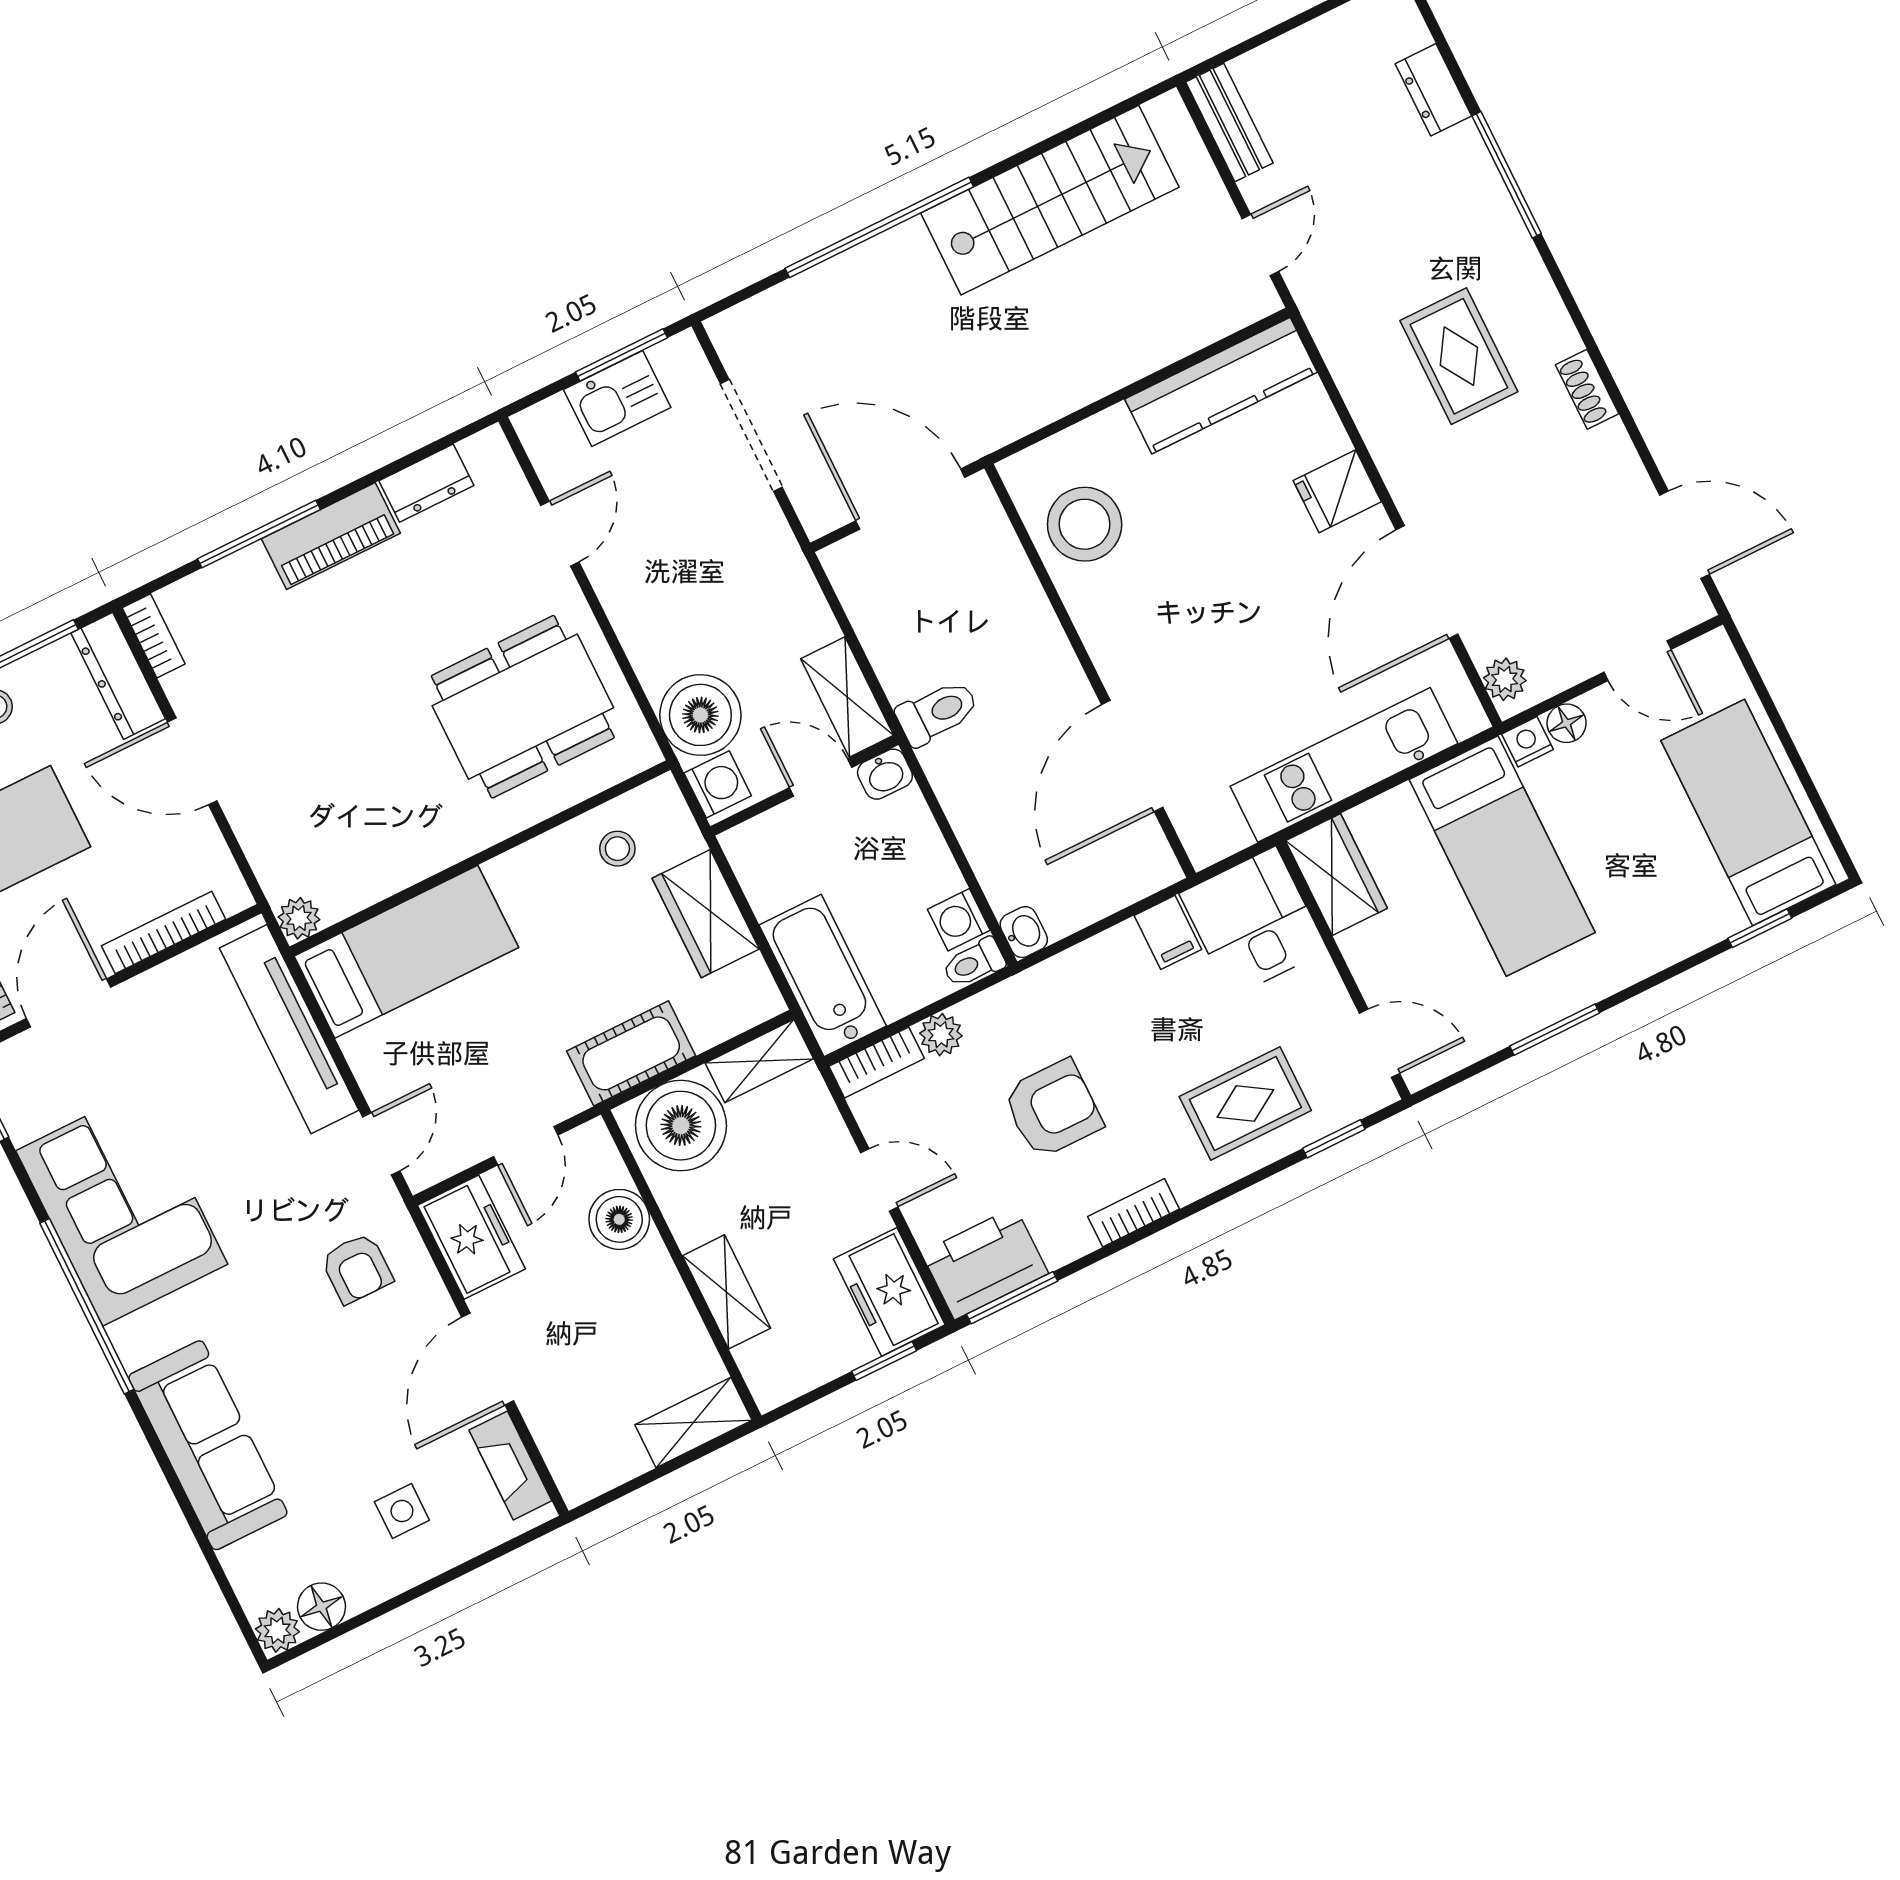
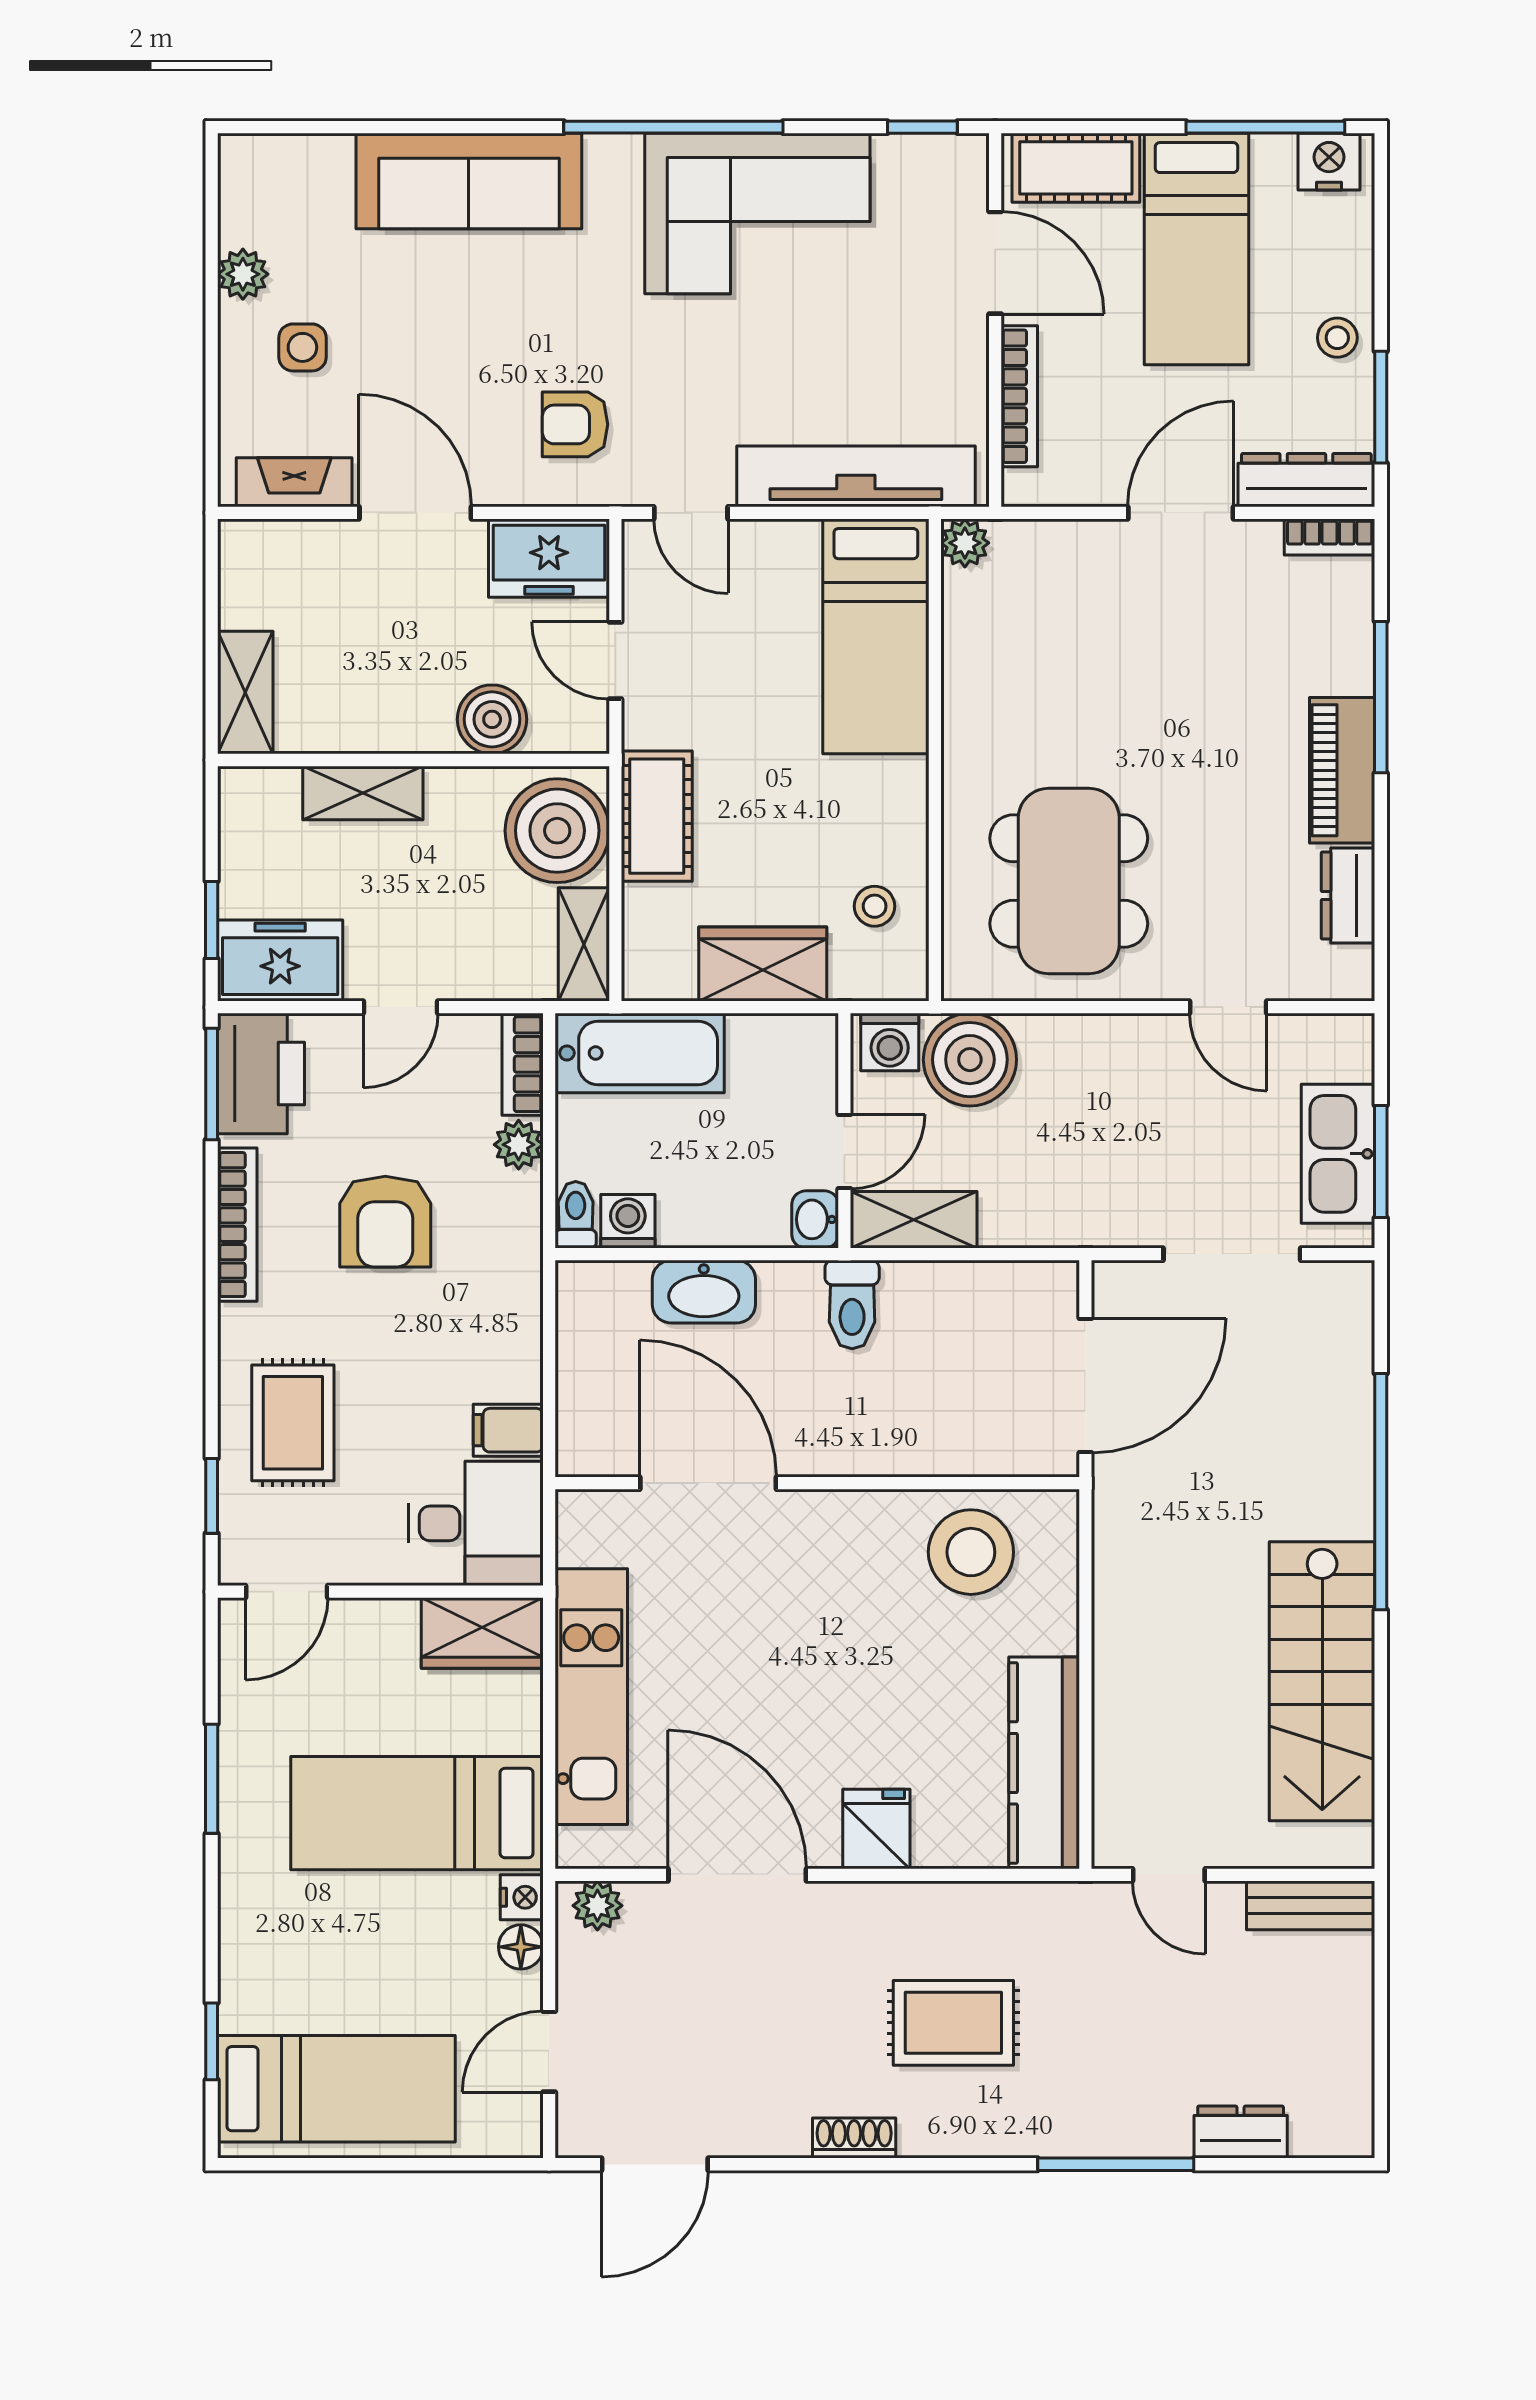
kitchen sink: (617, 399) -> (1338, 1154), width x1.38
washbasin: (1024, 932) -> (704, 1292), moved, width x1.91, depth x1.45
bookcase: (1134, 1213) -> (237, 1225), width x1.56
floor lamp: (321, 1607) -> (245, 216), removed
plant: (277, 1630) -> (243, 274), moved

